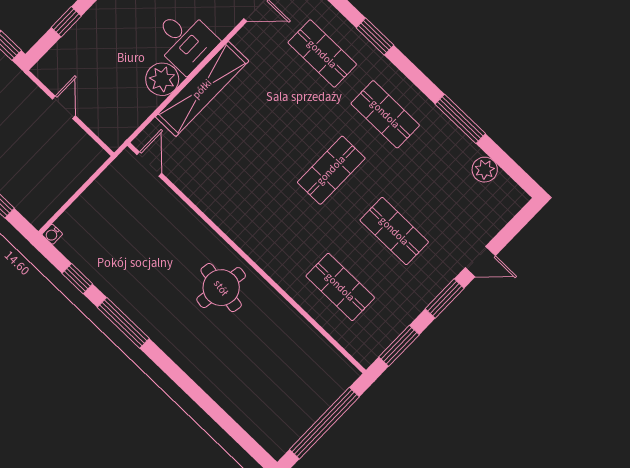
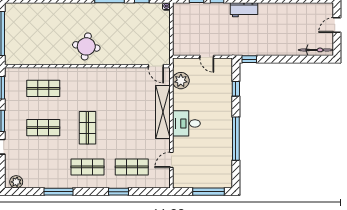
plant: (162, 79) -> (181, 81), moved
plant: (485, 170) -> (16, 182), moved

